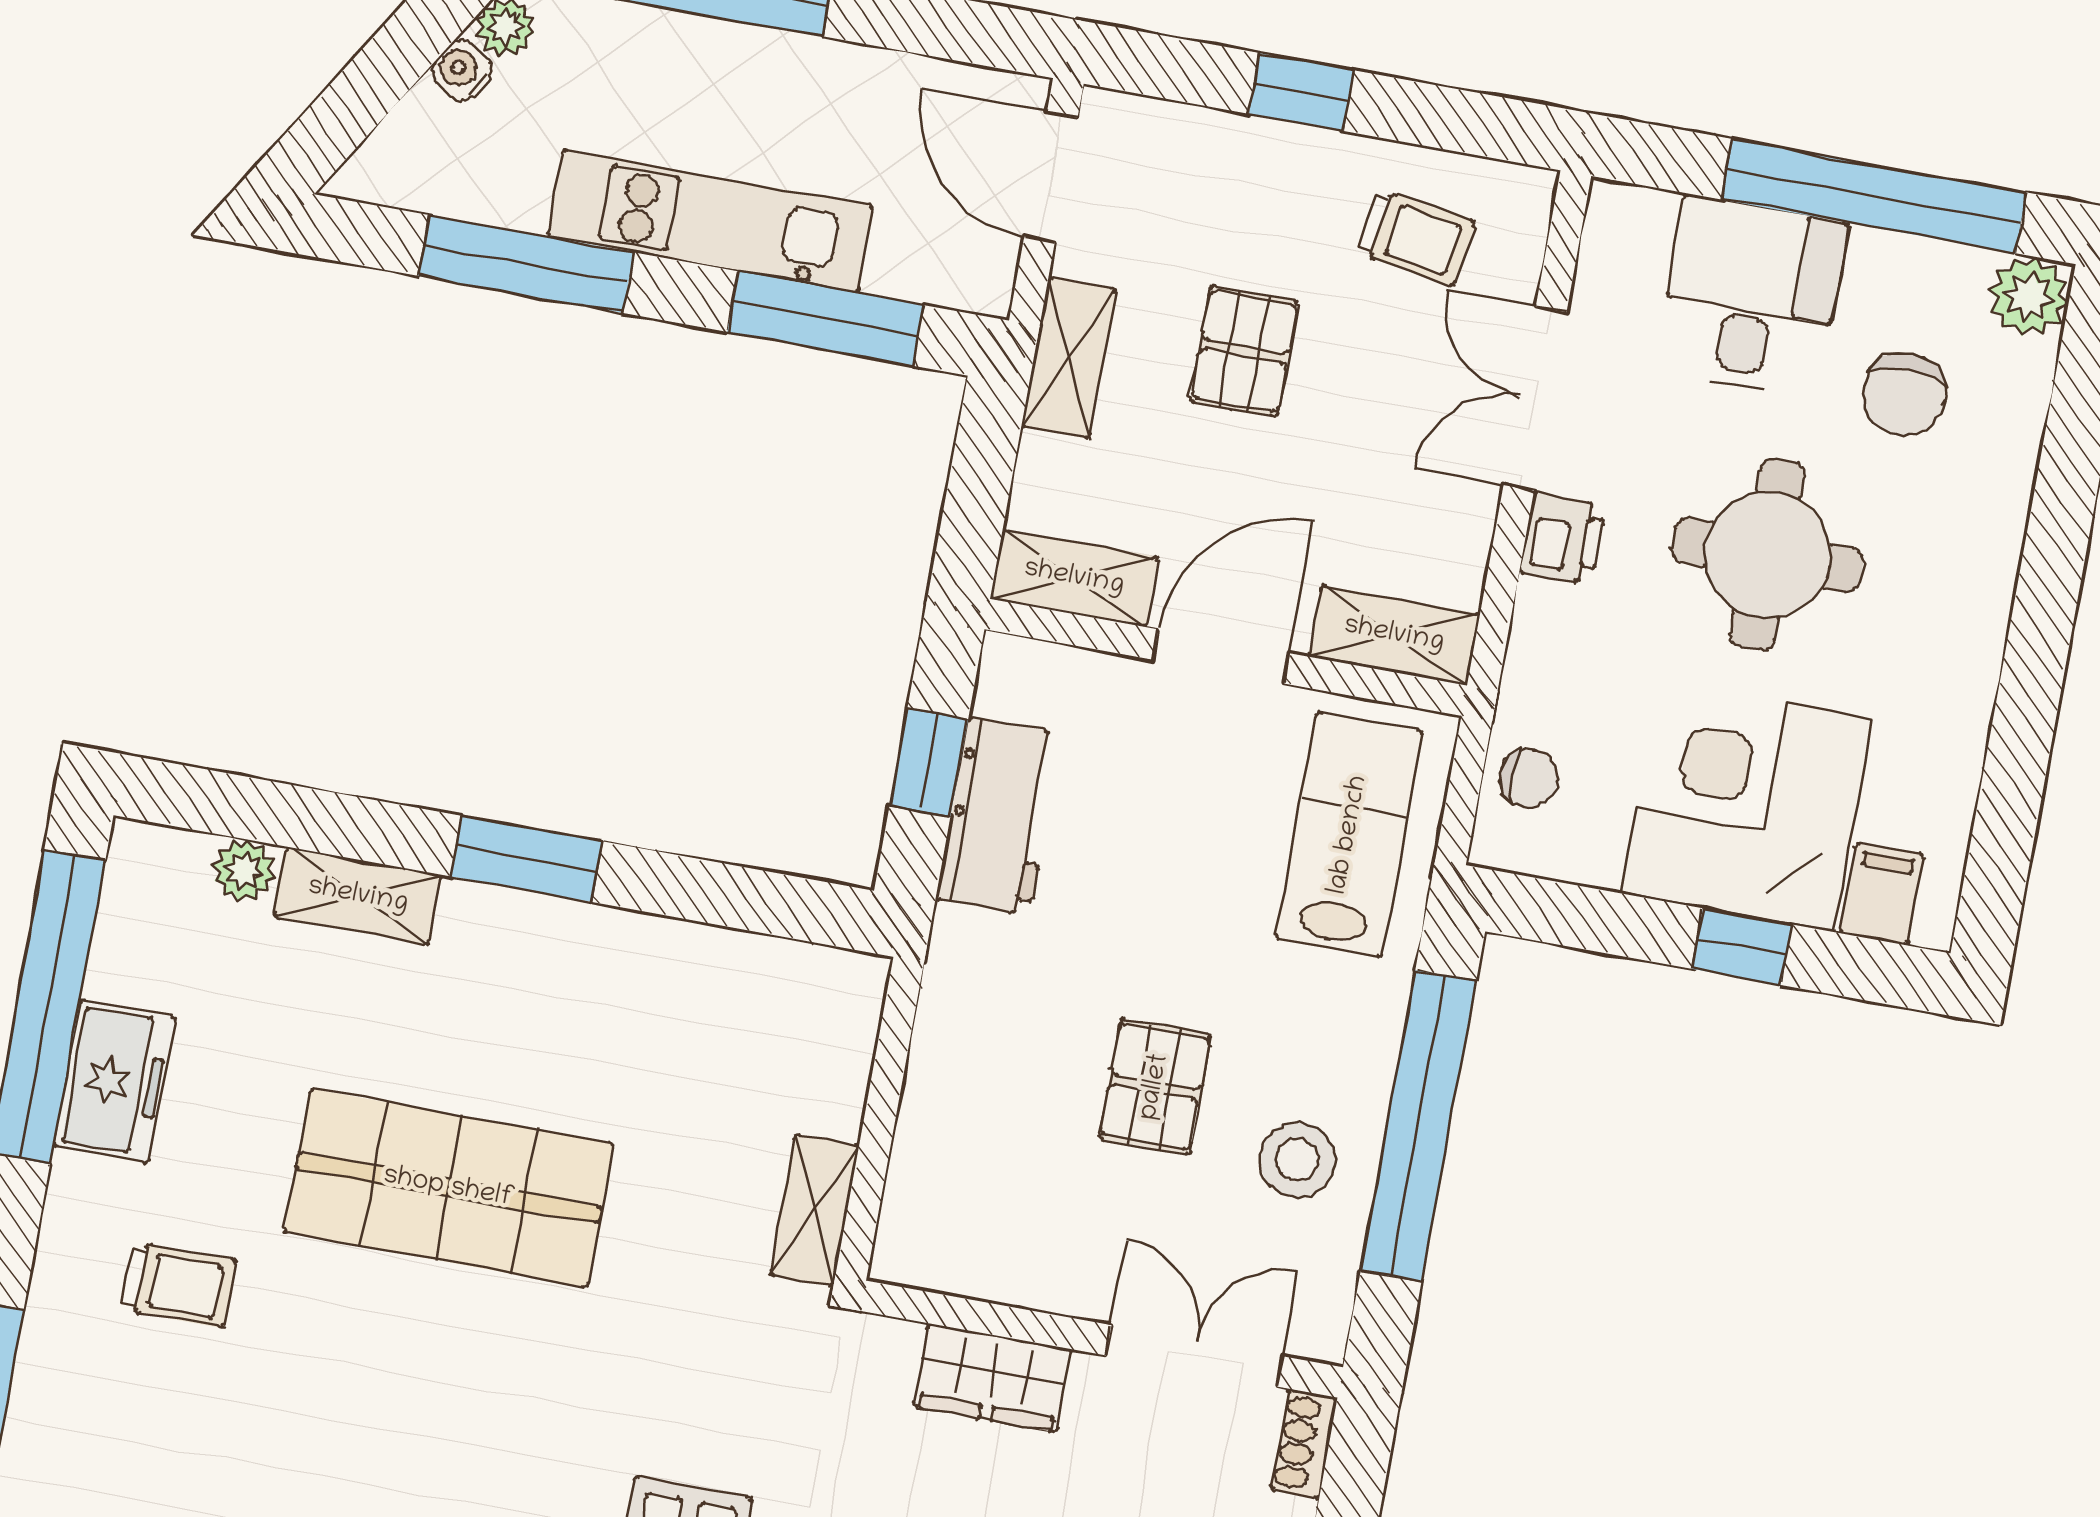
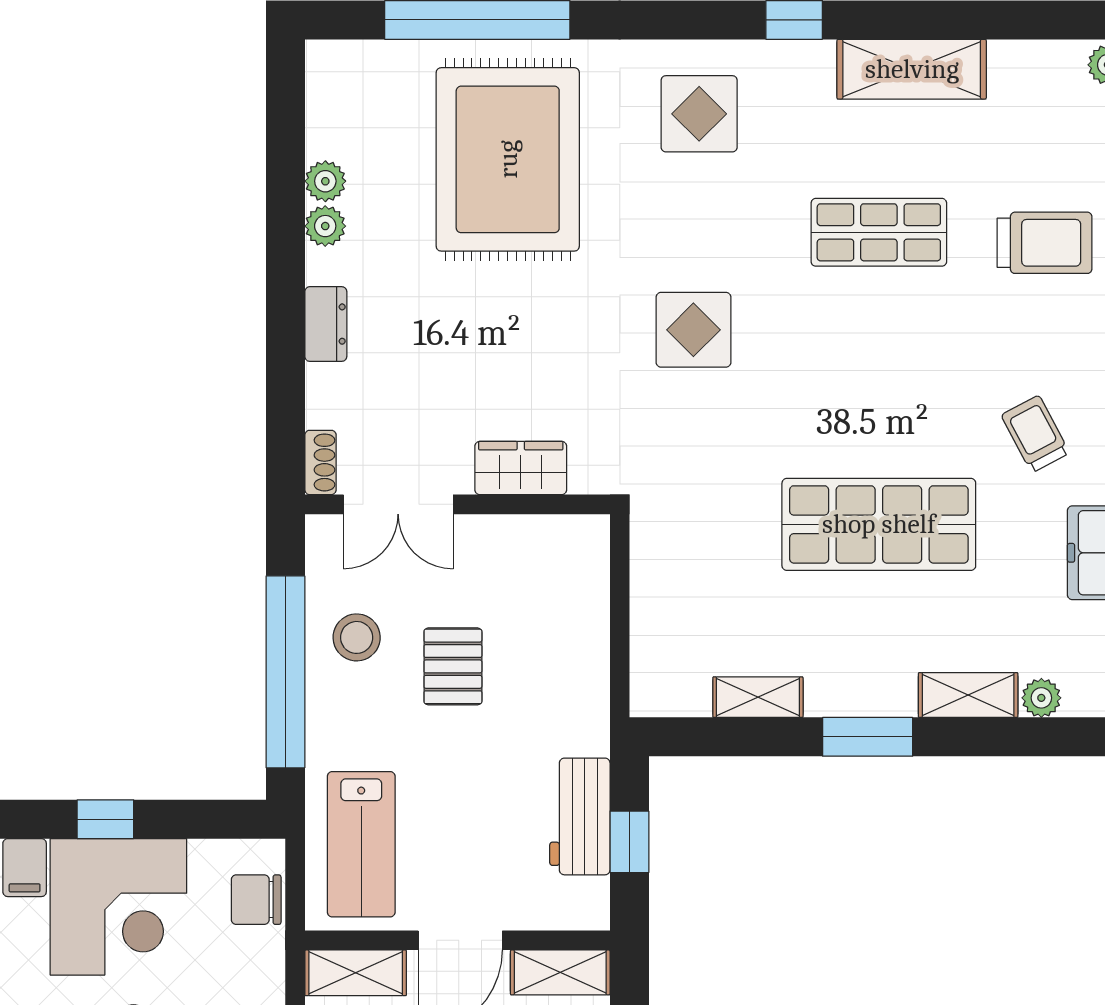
chair: (1529, 778) -> (256, 900), width x1.37, depth x1.37
shelving: (815, 1210) -> (758, 697), moved, turned 90
trolley: (178, 1285) -> (1035, 434), turned 62

